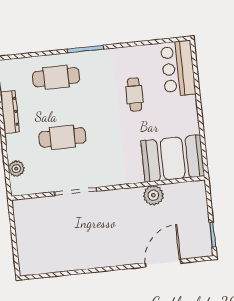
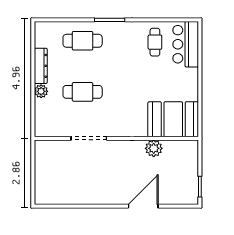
cafe table: (135, 95) -> (155, 42), moved
plant: (16, 169) -> (41, 91), moved
door: (163, 263) -> (143, 206), moved

